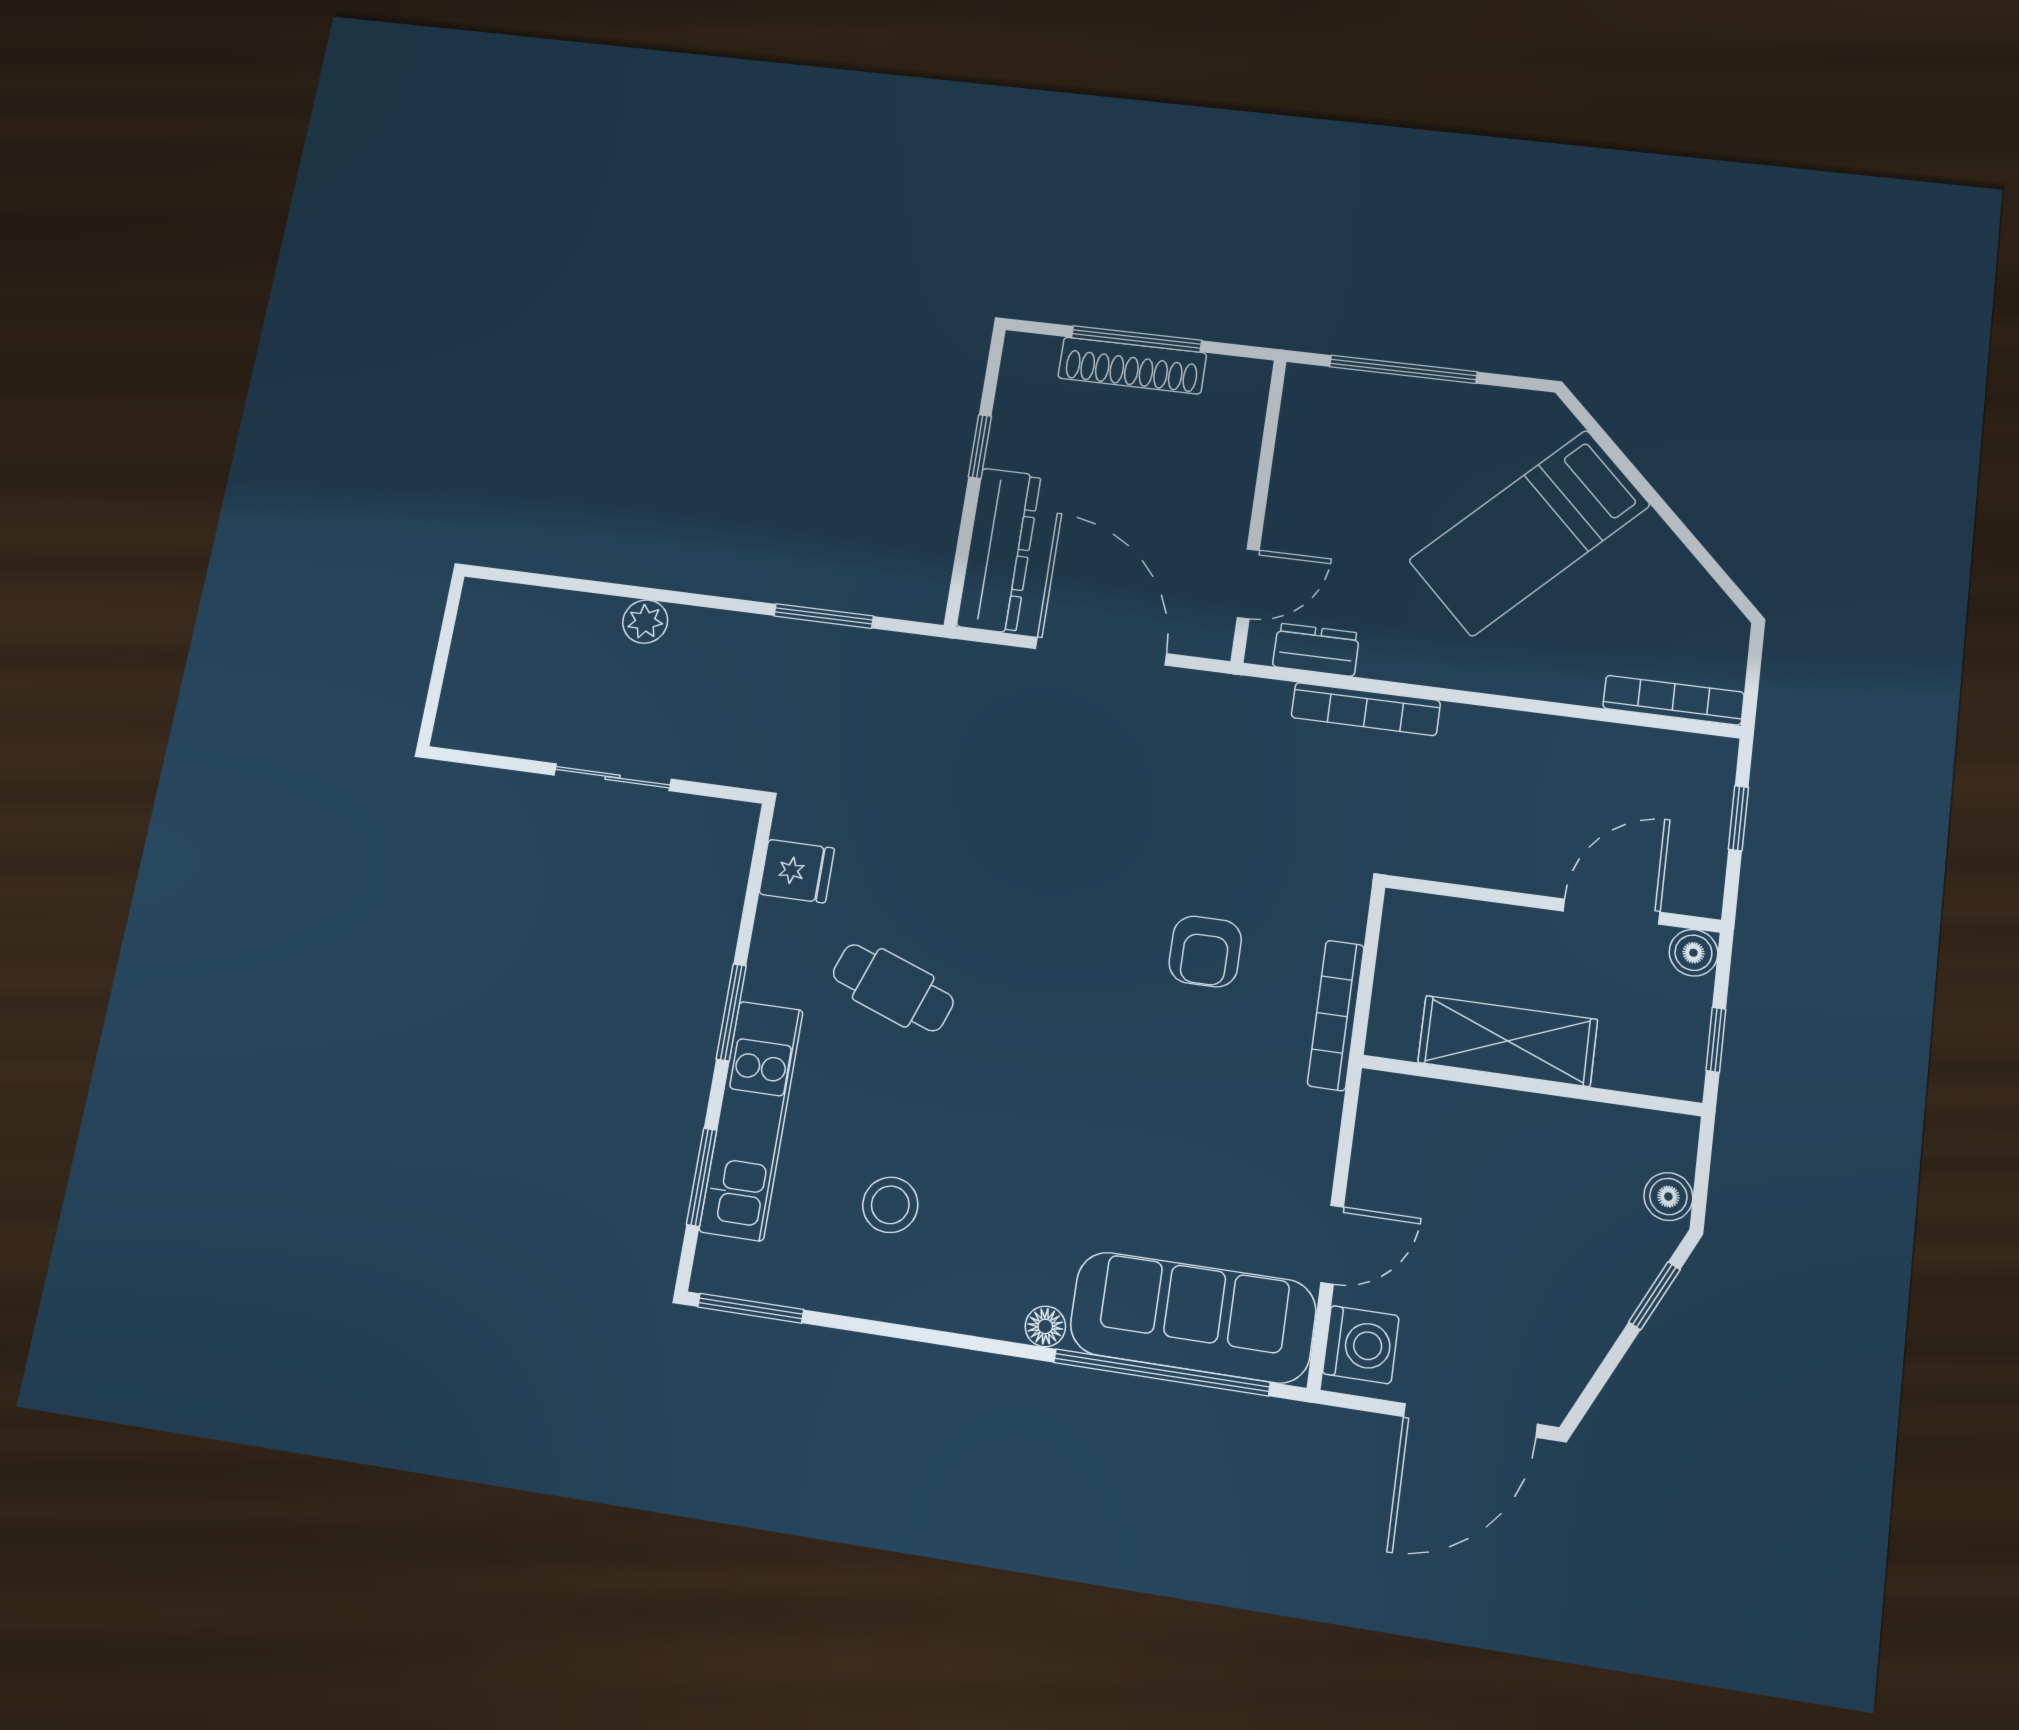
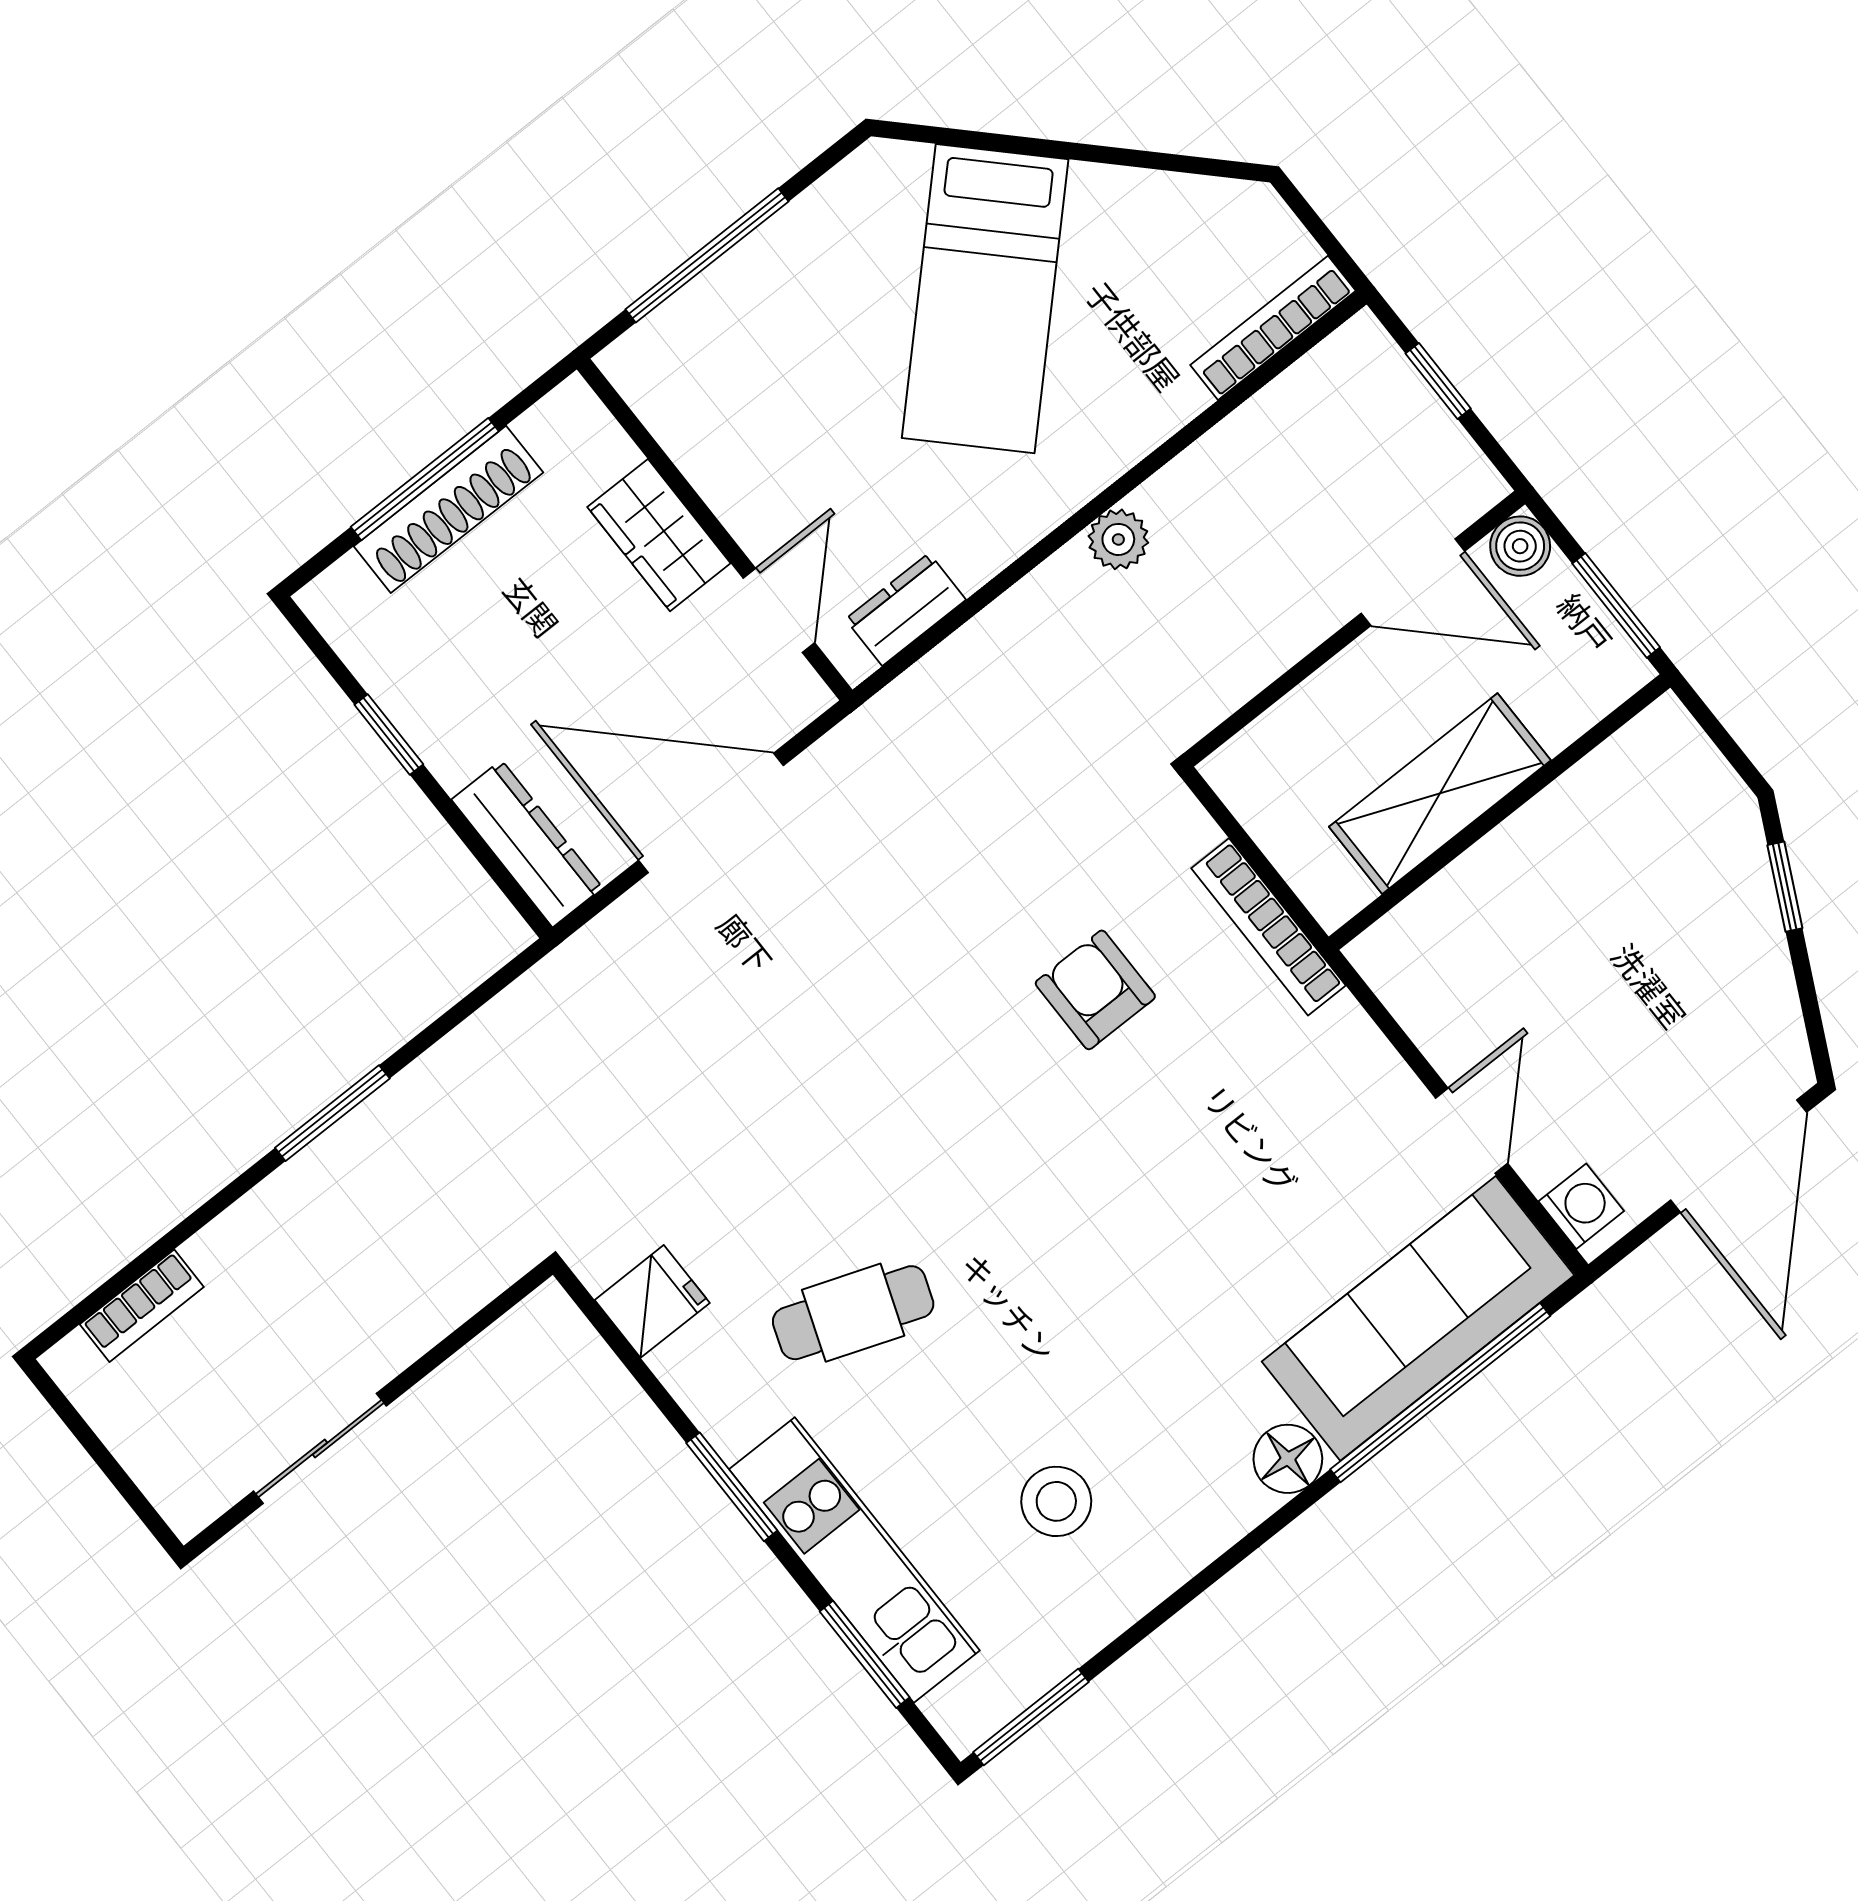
wardrobe: (1227, 484) -> (659, 535), added
dresser: (999, 550) -> (527, 844), width x0.73, depth x0.80
window: (824, 616) -> (332, 1113), moved
plant: (645, 622) -> (1118, 539), moved
bookcase: (1366, 709) -> (142, 1306), moved, width x0.64
sliding door: (613, 777) -> (320, 1448), moved
door: (1612, 912) -> (1413, 582), swing flipped
armchair: (1205, 951) -> (1095, 990), turned 180
window: (1716, 1040) -> (1616, 605), width x1.50
boiler: (1668, 1197) -> (1712, 788), removed
floor lamp: (1045, 1326) -> (1288, 1459), width x1.37, depth x1.37
washing machine: (1361, 1345) -> (1581, 1206), width x0.73, depth x0.73

